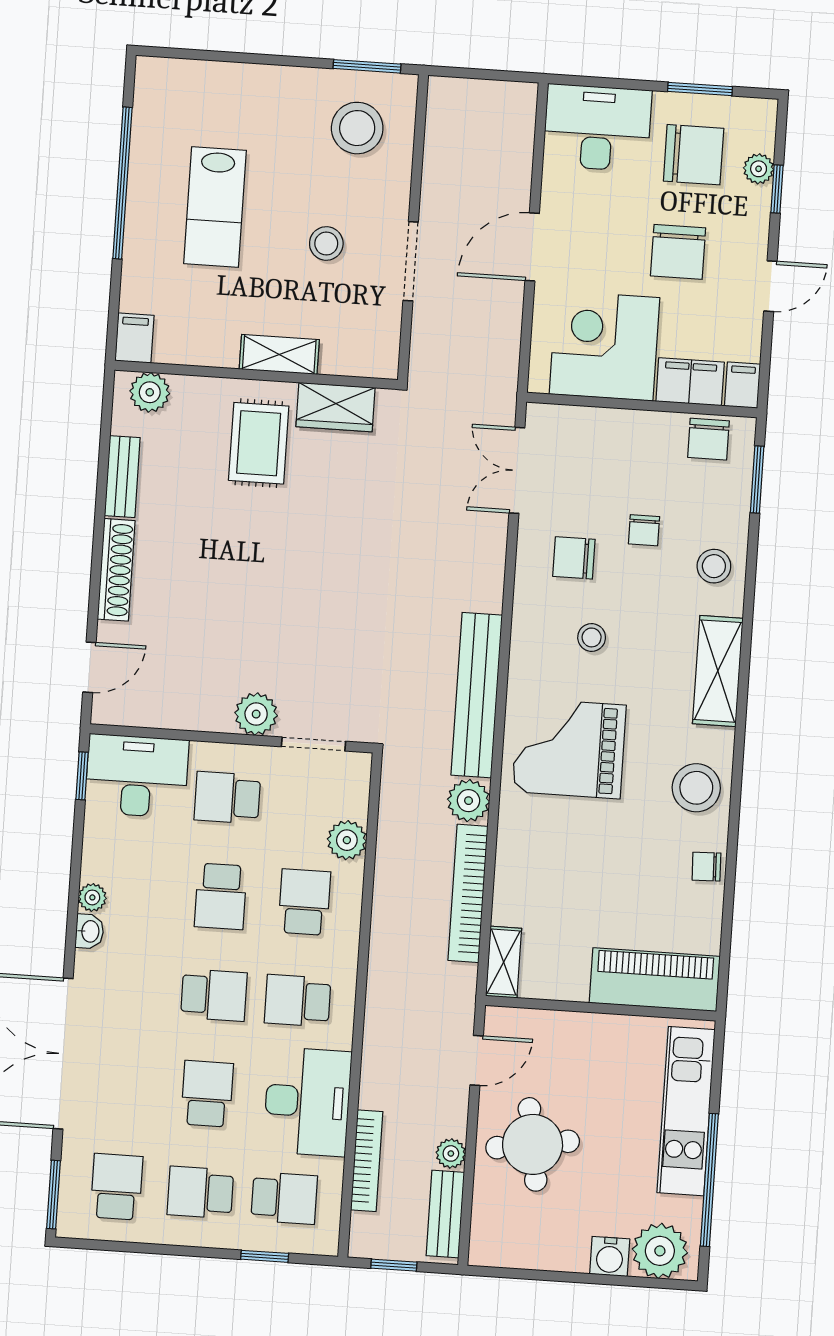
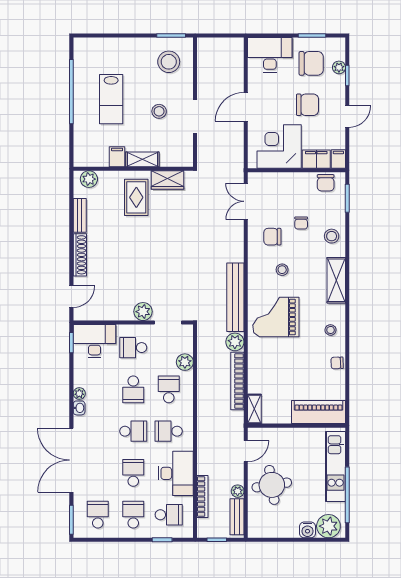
chair: (678, 252) -> (307, 105), turned -90
filing cabinet: (134, 338) -> (117, 157), moved
stool: (696, 788) -> (331, 330), width x0.53, depth x0.53
school desk: (200, 1192) -> (133, 515), turned 90

